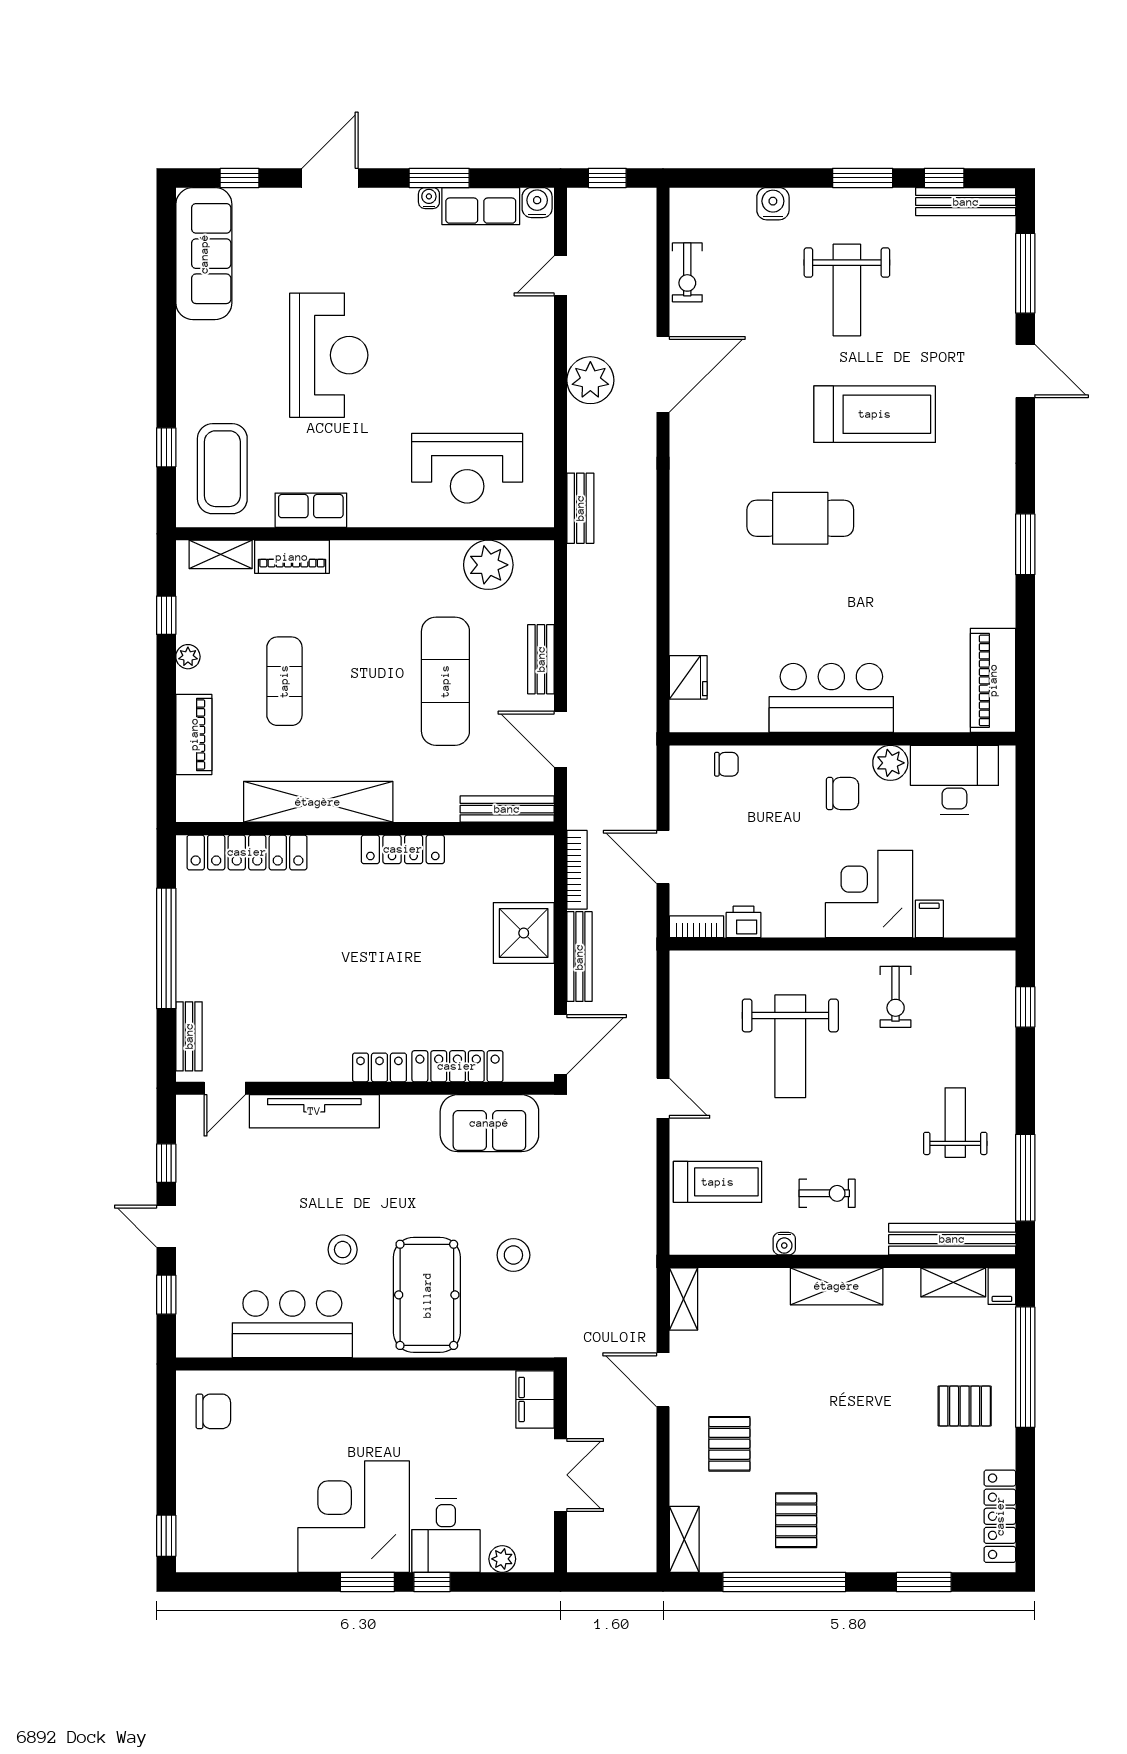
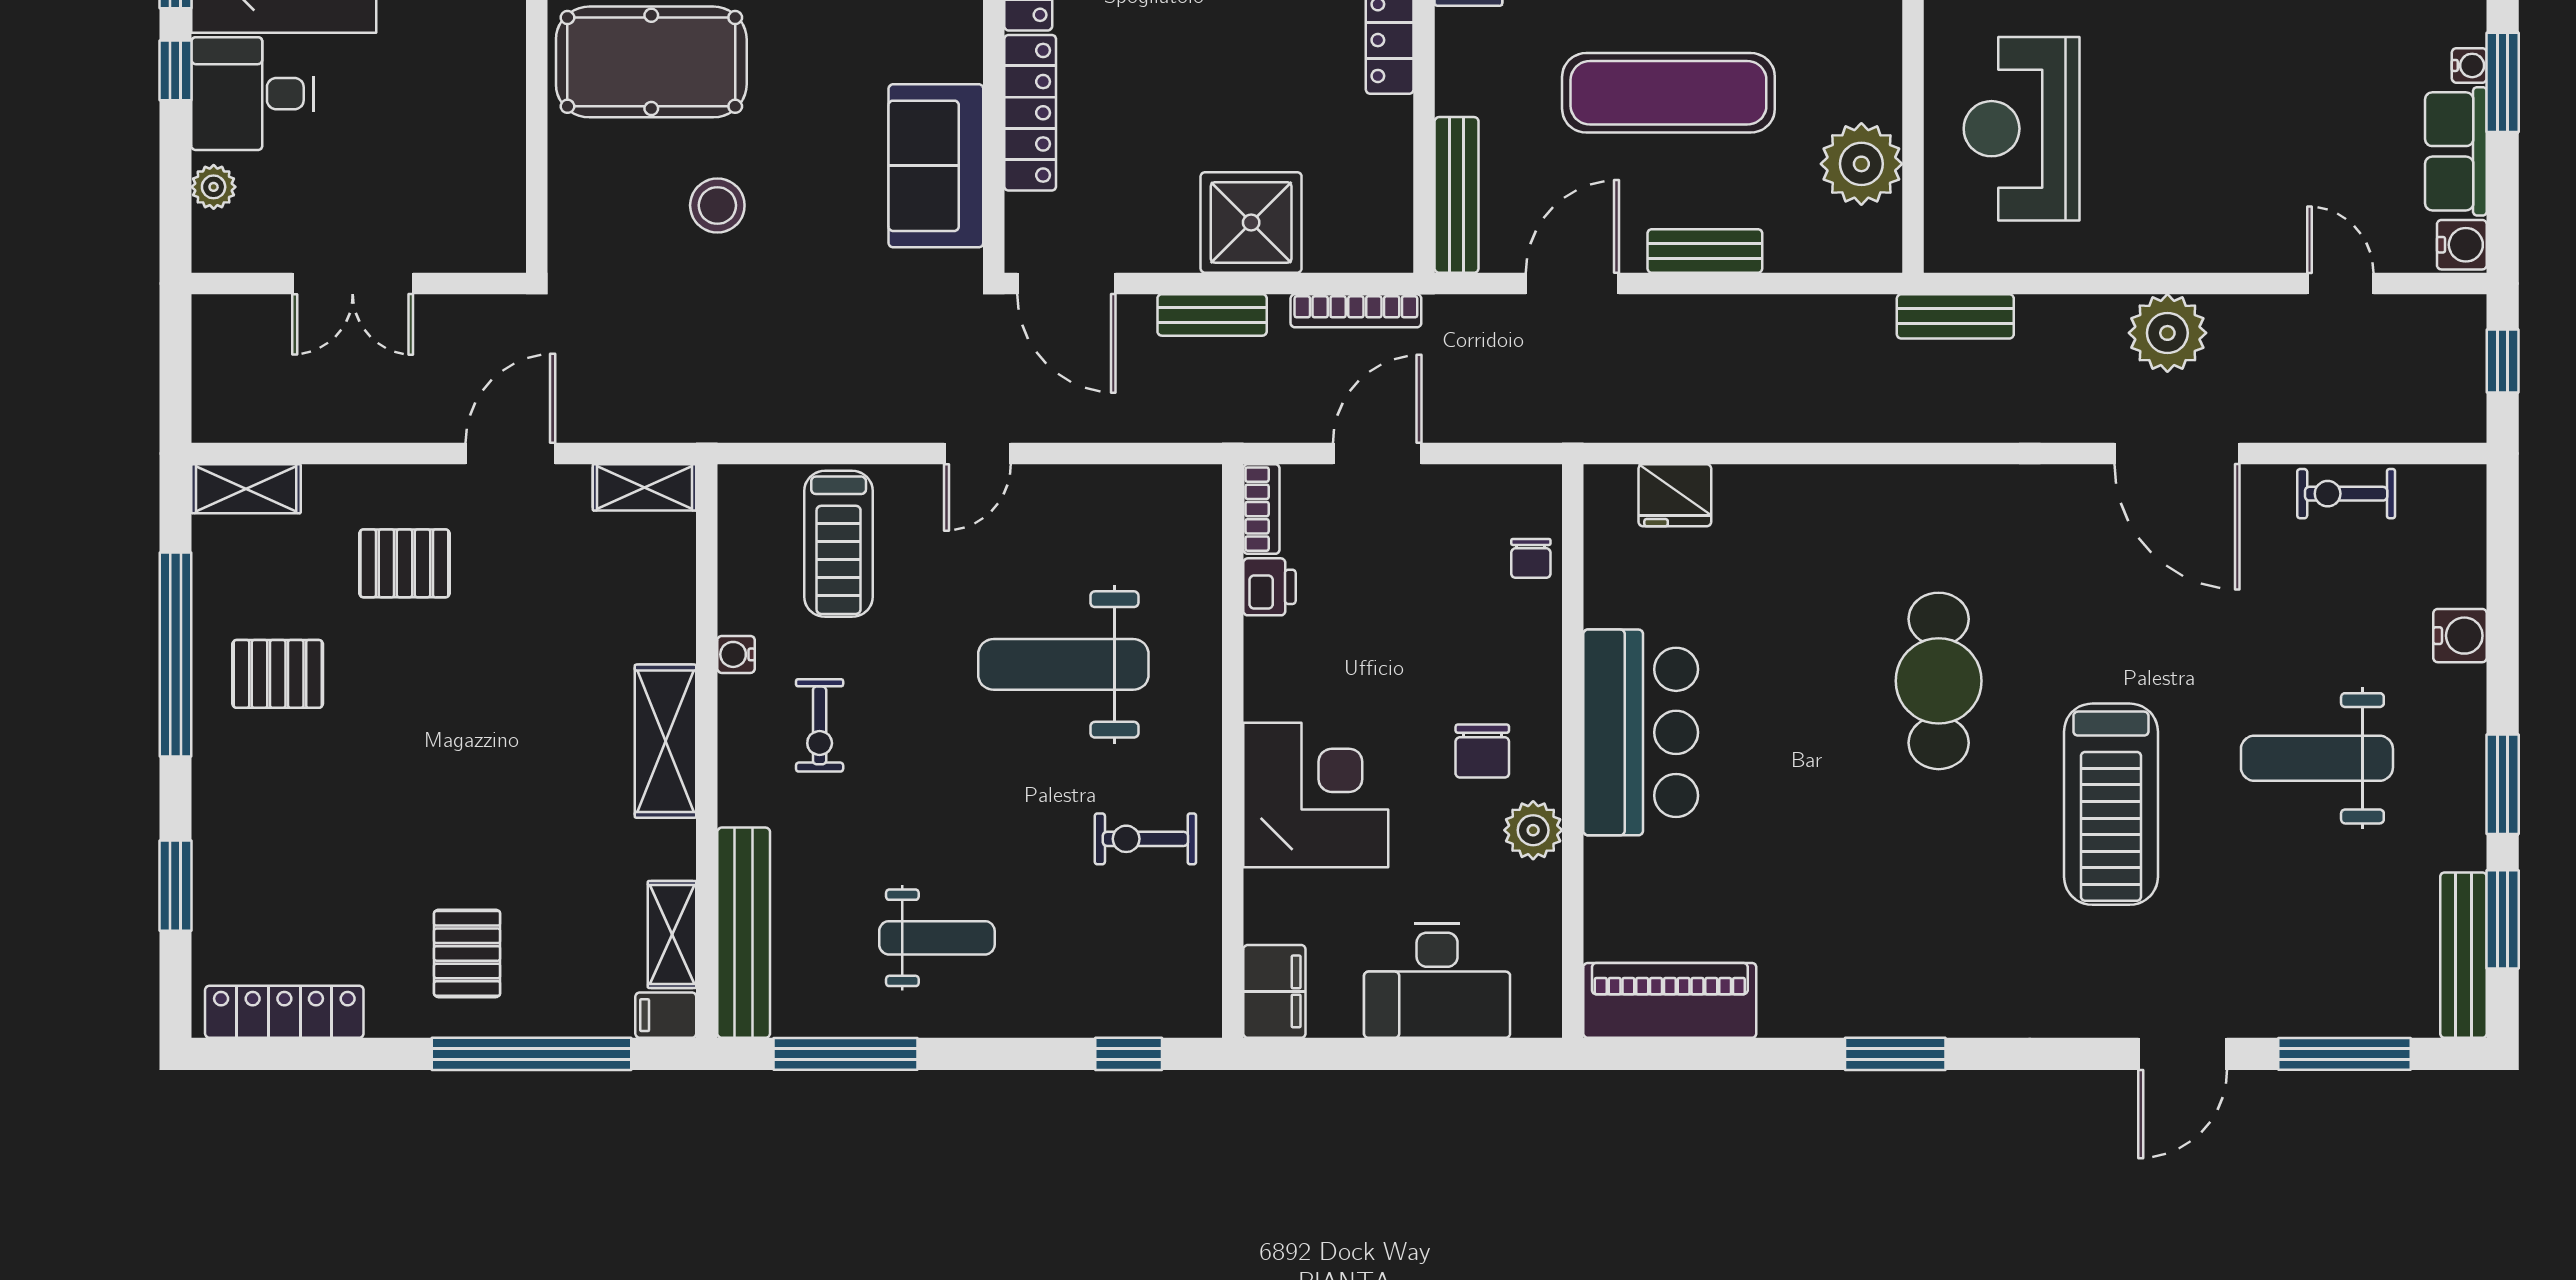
window: (944, 178) -> (2503, 919), width x1.50
desk: (954, 780) -> (1437, 981), moved, turned 90
filing cabinet: (929, 919) -> (1274, 991), moved, width x2.00
bench: (579, 957) -> (1212, 315), width x0.73
filing cabinet: (535, 1399) -> (478, 241), removed

